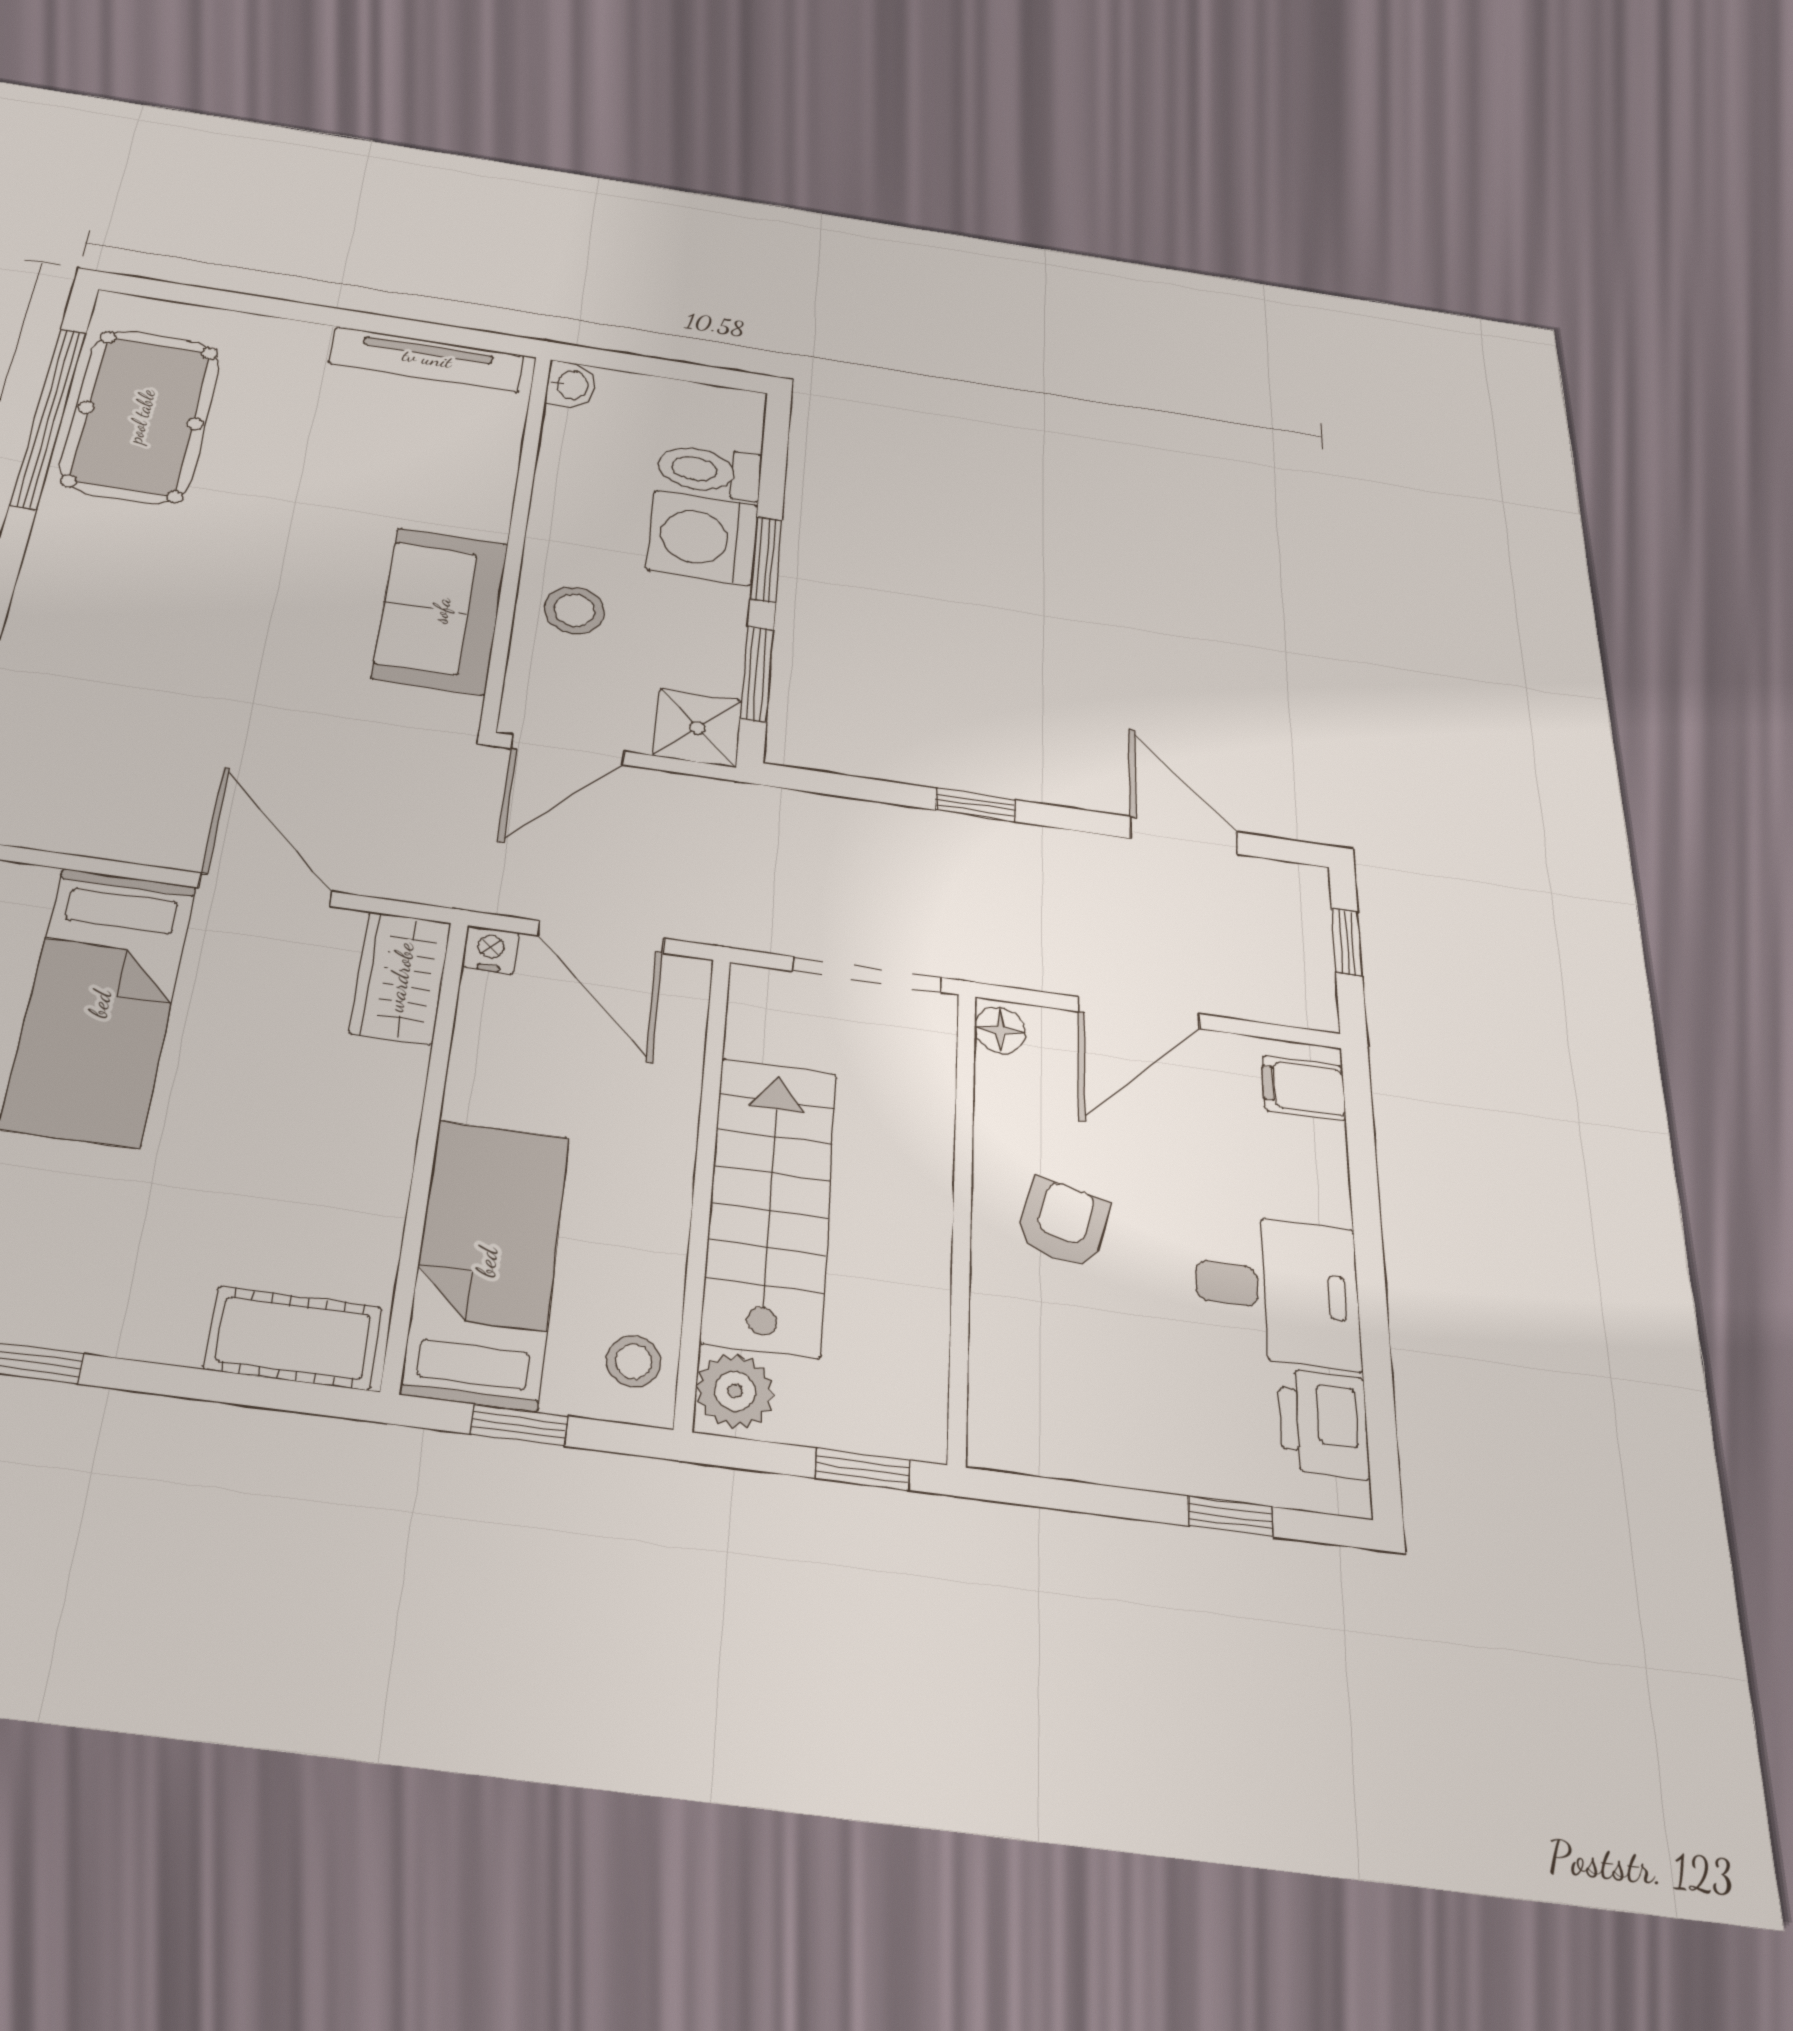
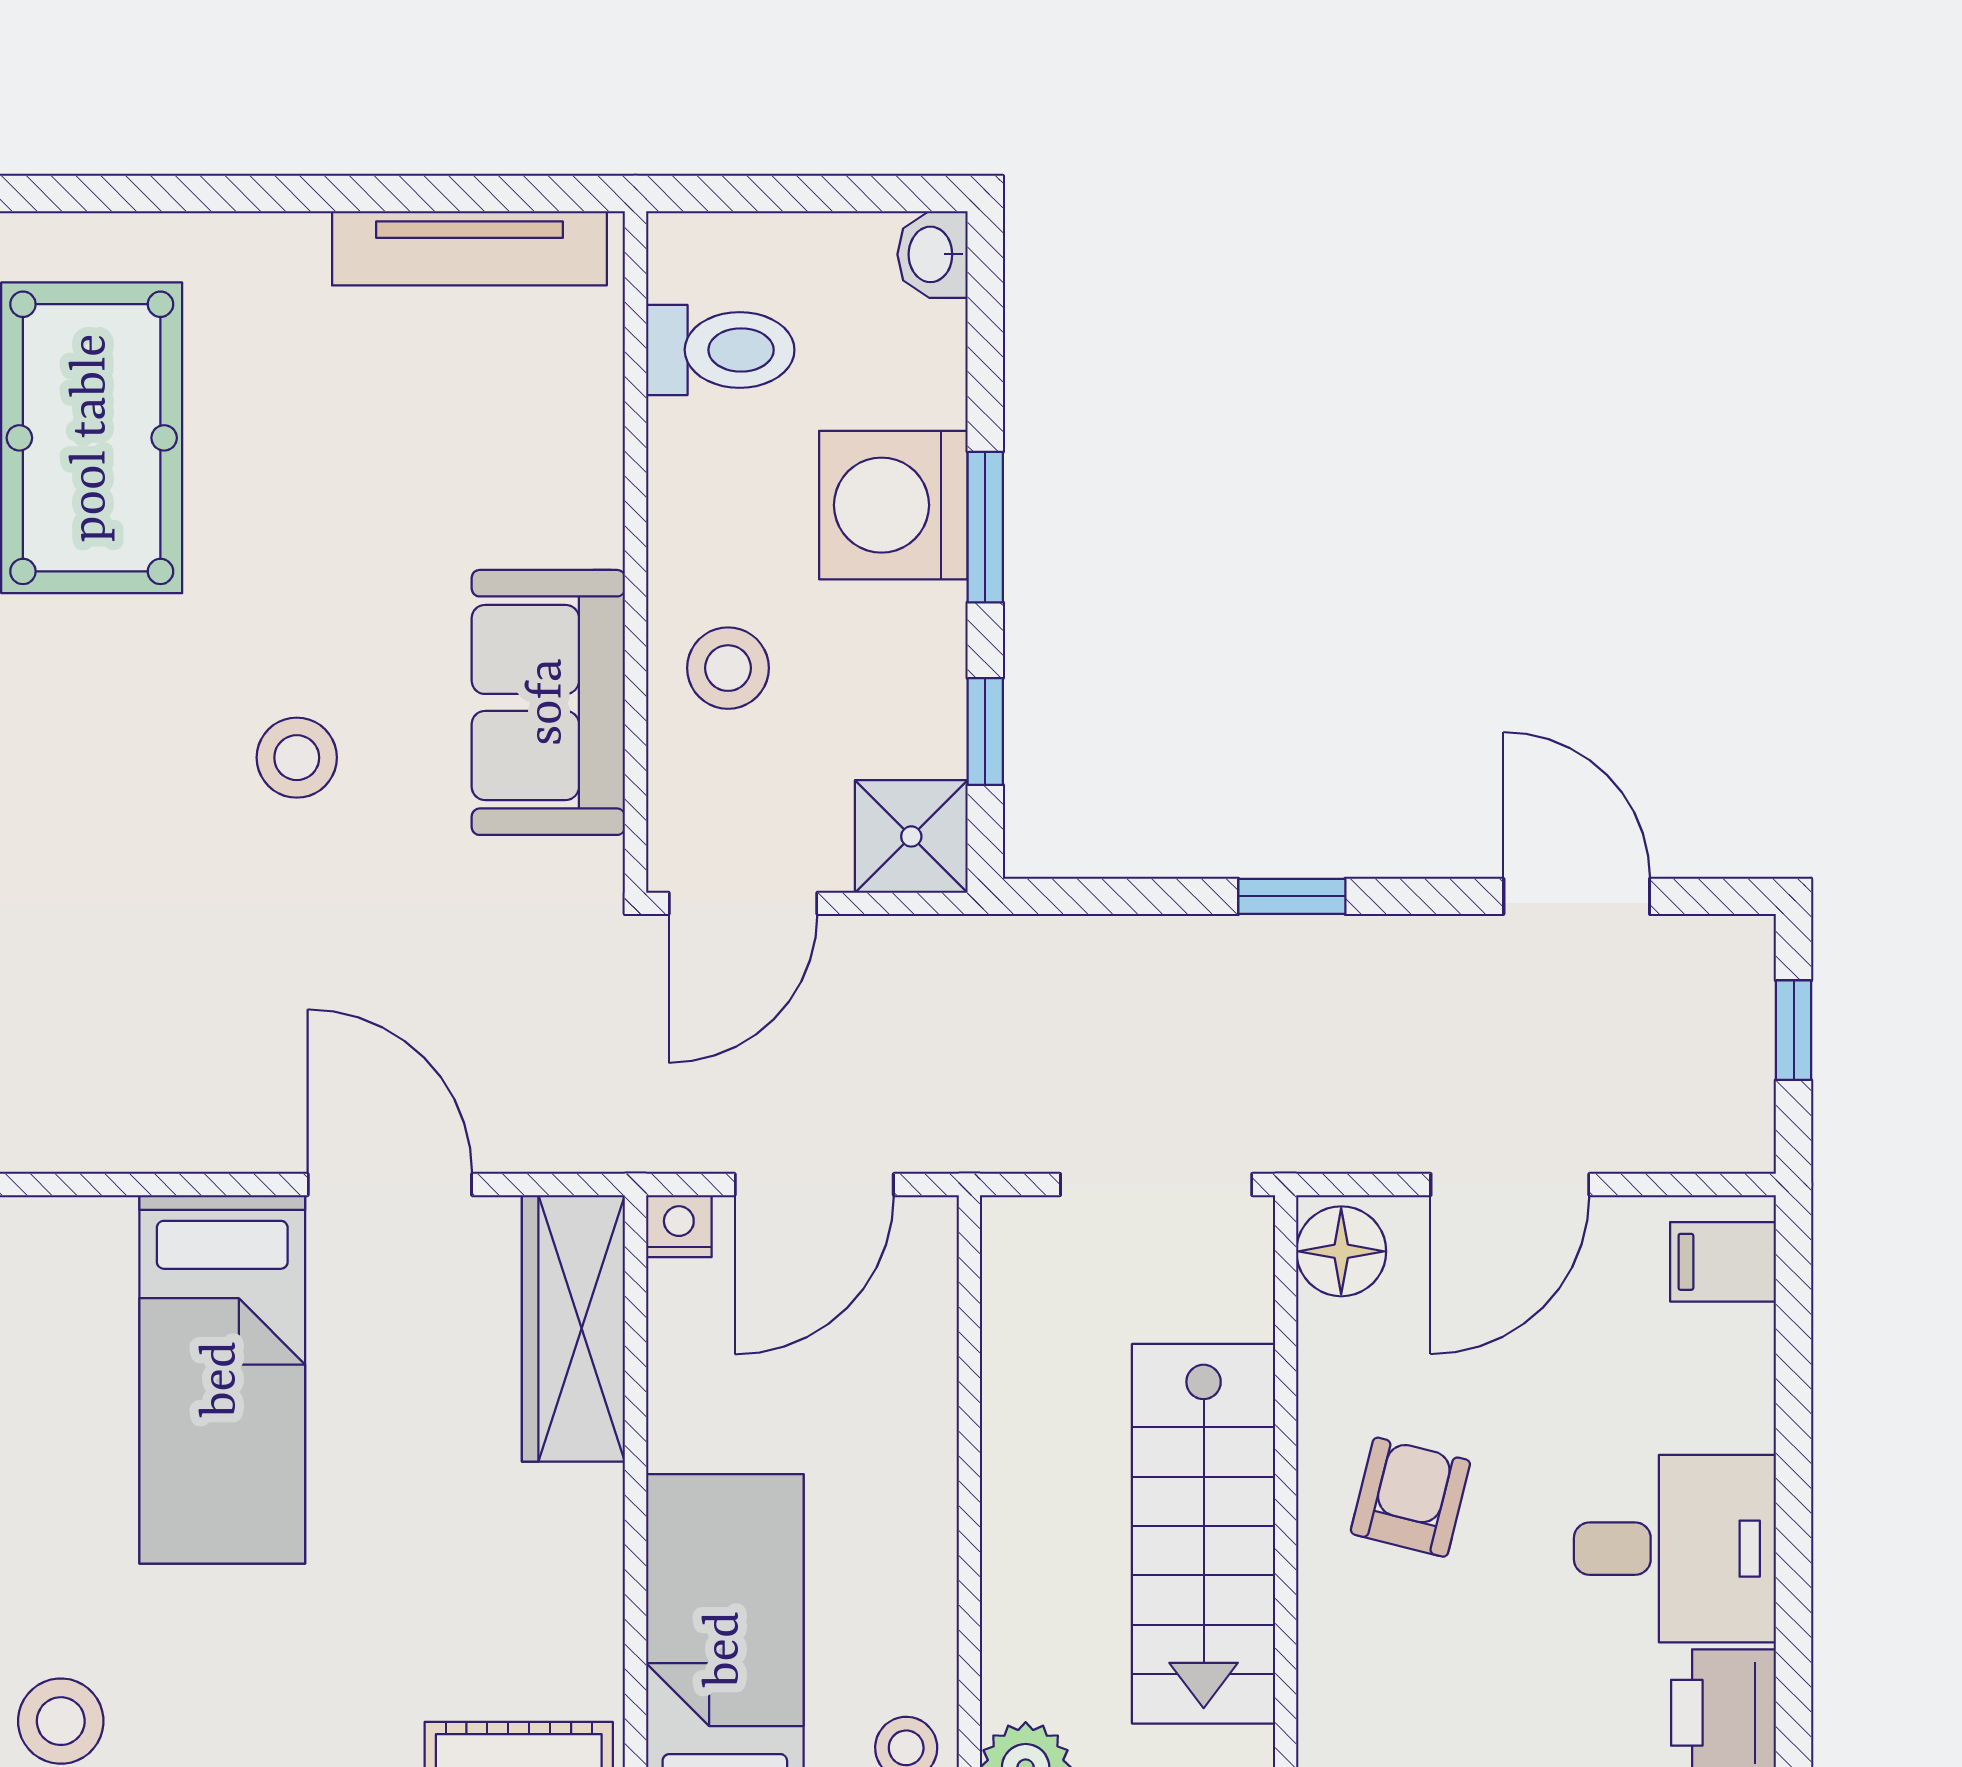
washbasin: (571, 385) -> (933, 254), moved, turned 180
toilet: (709, 471) -> (720, 350), moved, turned 180
stool: (249, 614) -> (297, 758), added
window: (757, 674) -> (985, 732), width x0.67
door: (601, 937) -> (814, 1185), hinge flipped
wardrobe: (400, 977) -> (573, 1328), width x1.50
floor lamp: (1000, 1030) -> (1341, 1251), width x1.37, depth x1.37
stairs: (770, 1204) -> (1204, 1534), moved, turned 180

